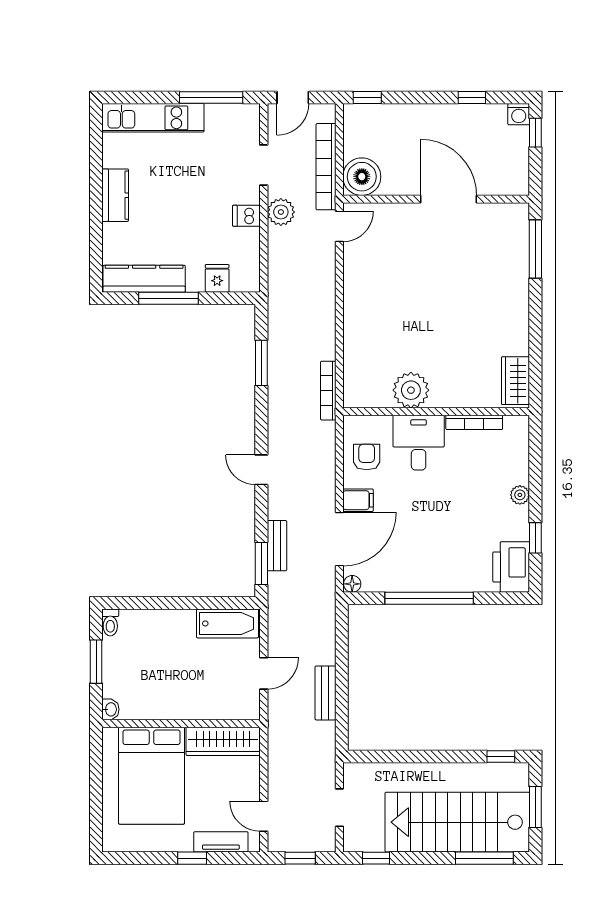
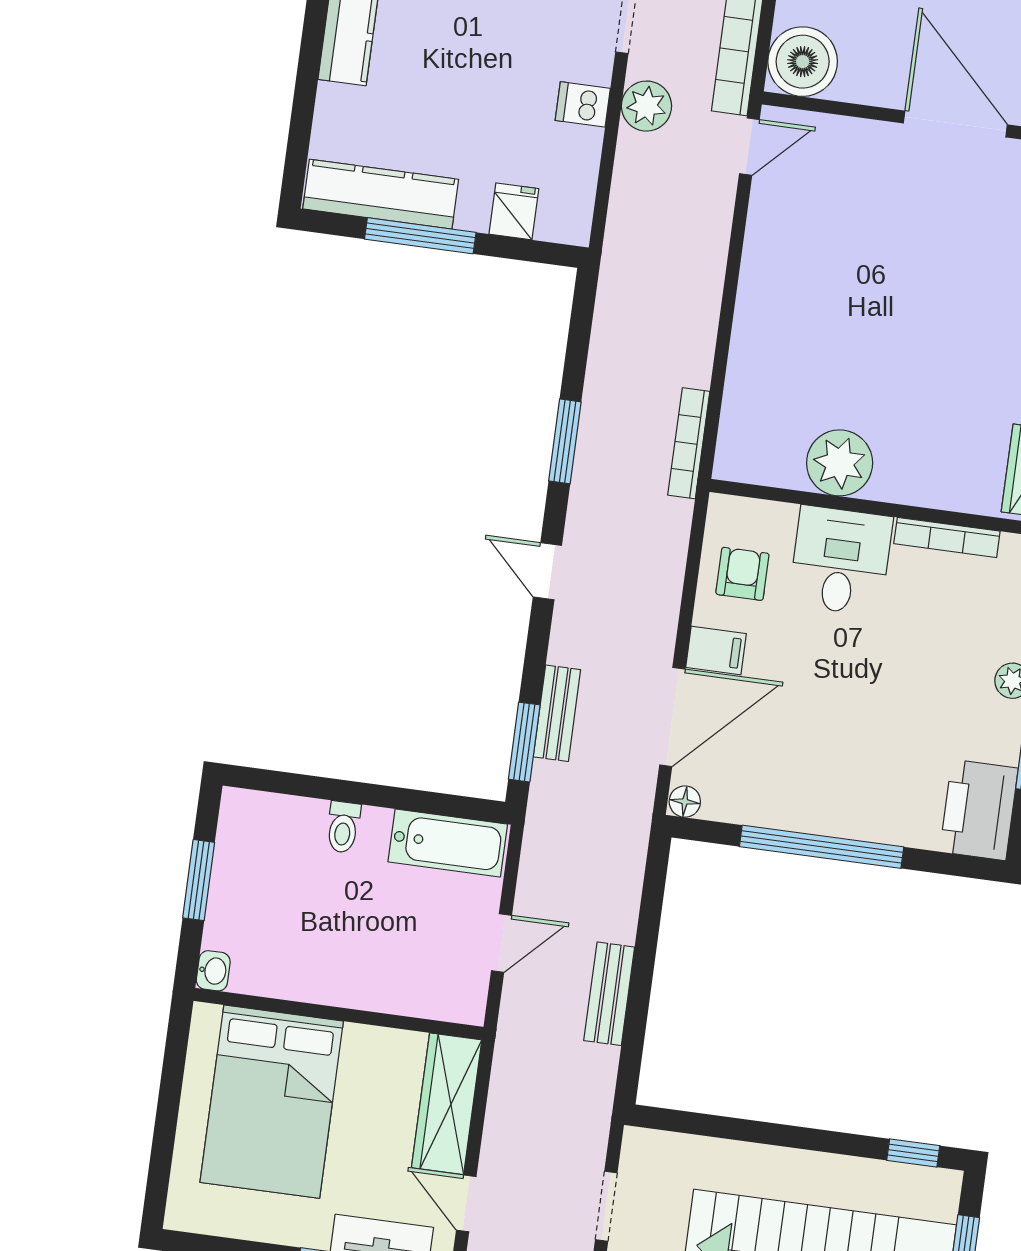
window: (261, 363) -> (565, 441), moved
toilet: (110, 623) -> (343, 827), moved
wardrobe: (223, 741) -> (447, 1104), moved, turned 90

